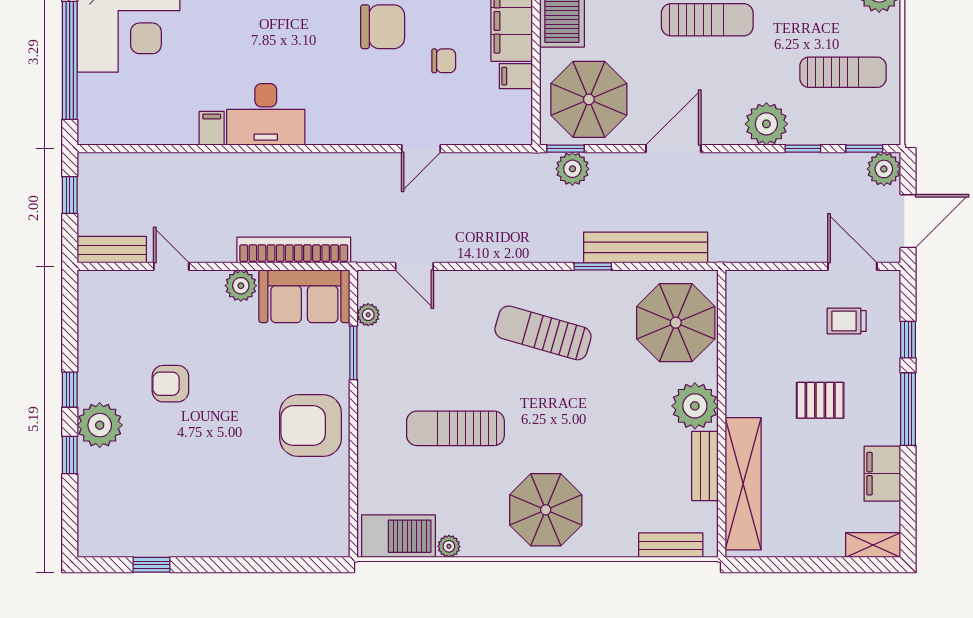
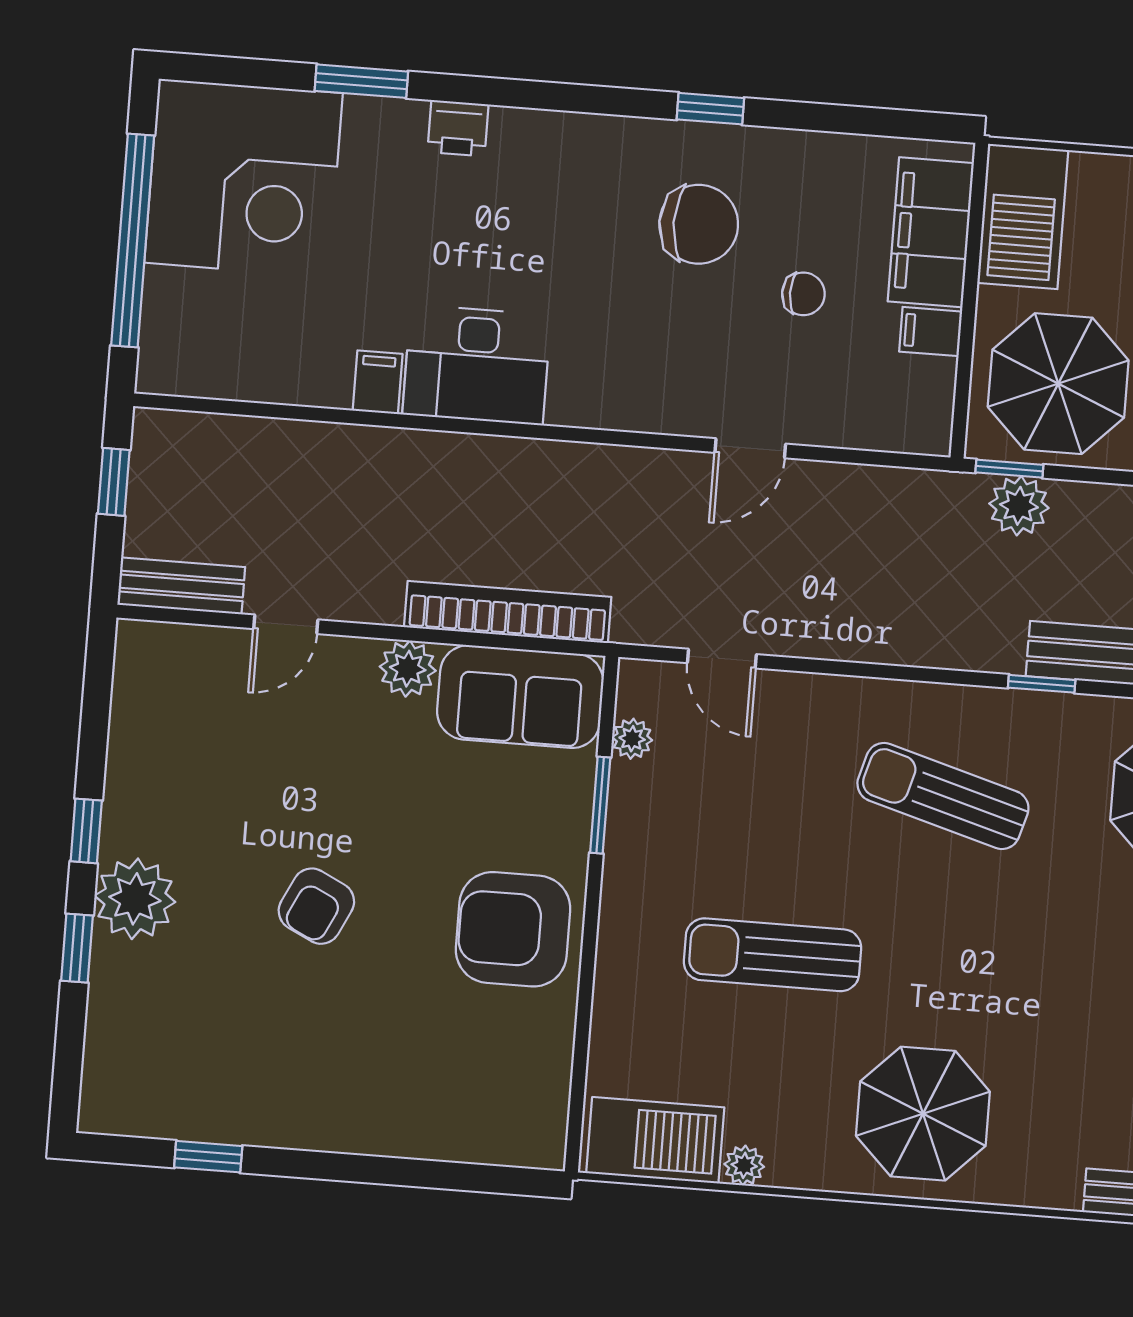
door: (171, 266) -> (286, 624), swing flipped
armchair: (170, 384) -> (316, 906), moved, turned -64

